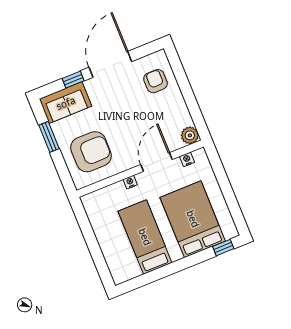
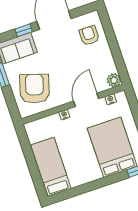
armchair: (91, 152) -> (34, 89), turned -73
bed: (145, 237) -> (51, 167), moved

